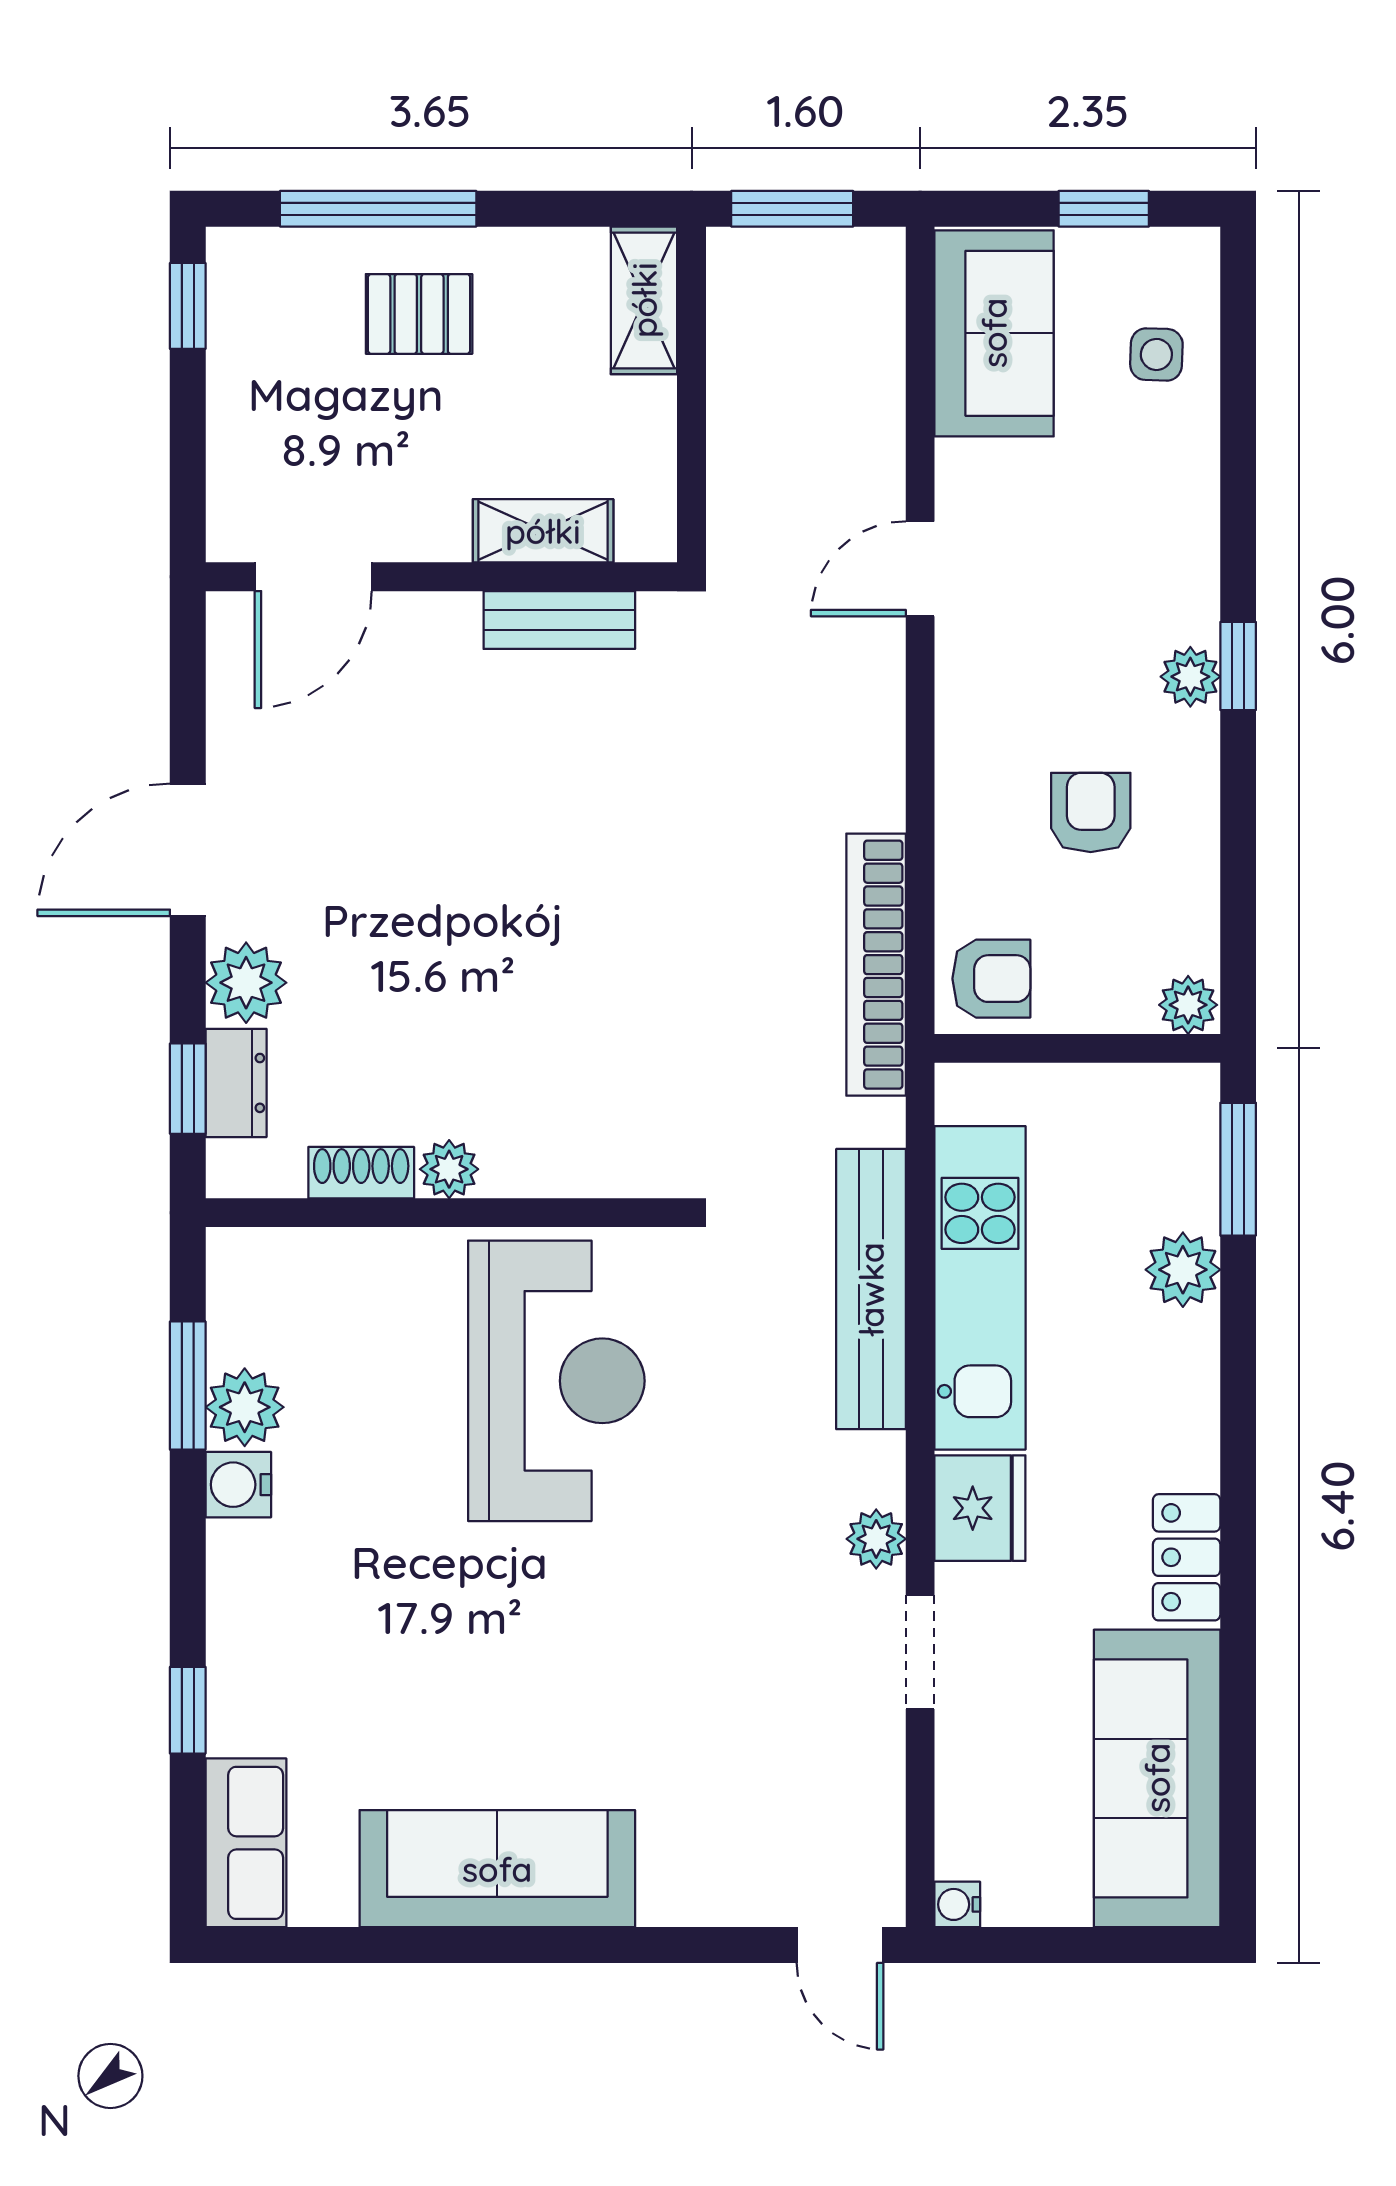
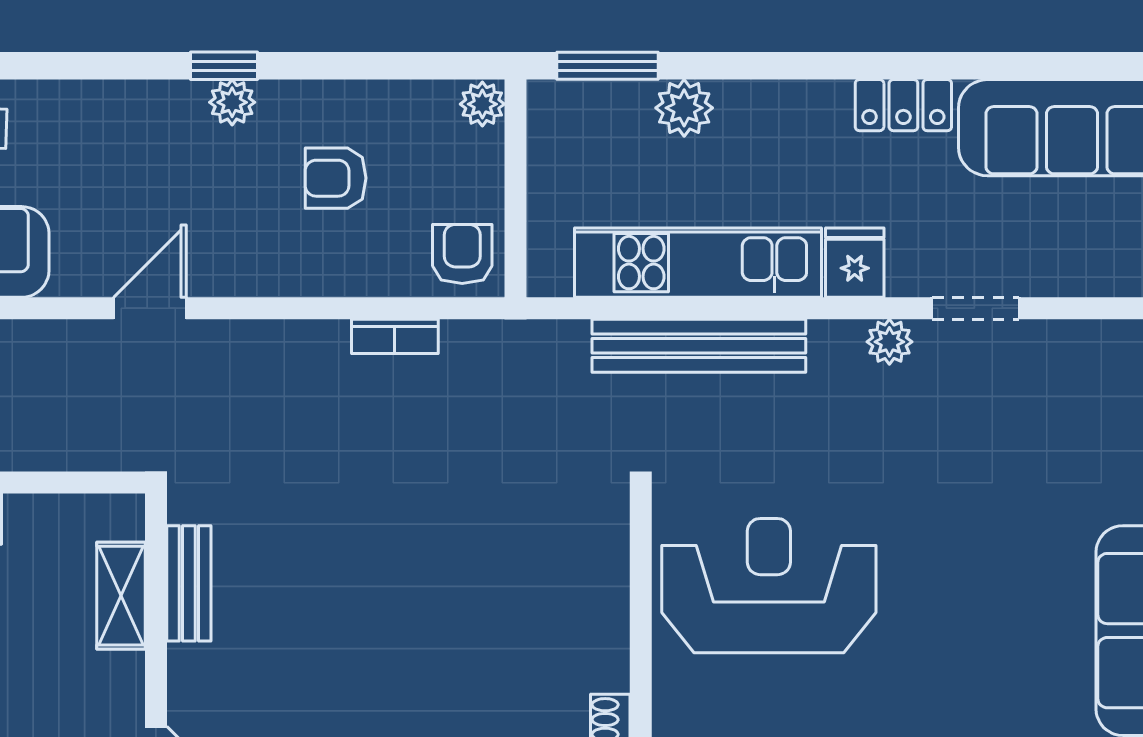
door: (920, 569) -> (150, 308), swing flipped
bookcase: (876, 965) -> (395, 336), width x0.43, depth x0.76
plant: (449, 1169) -> (608, 667), removed
fridge: (980, 1508) -> (855, 263), width x0.72

